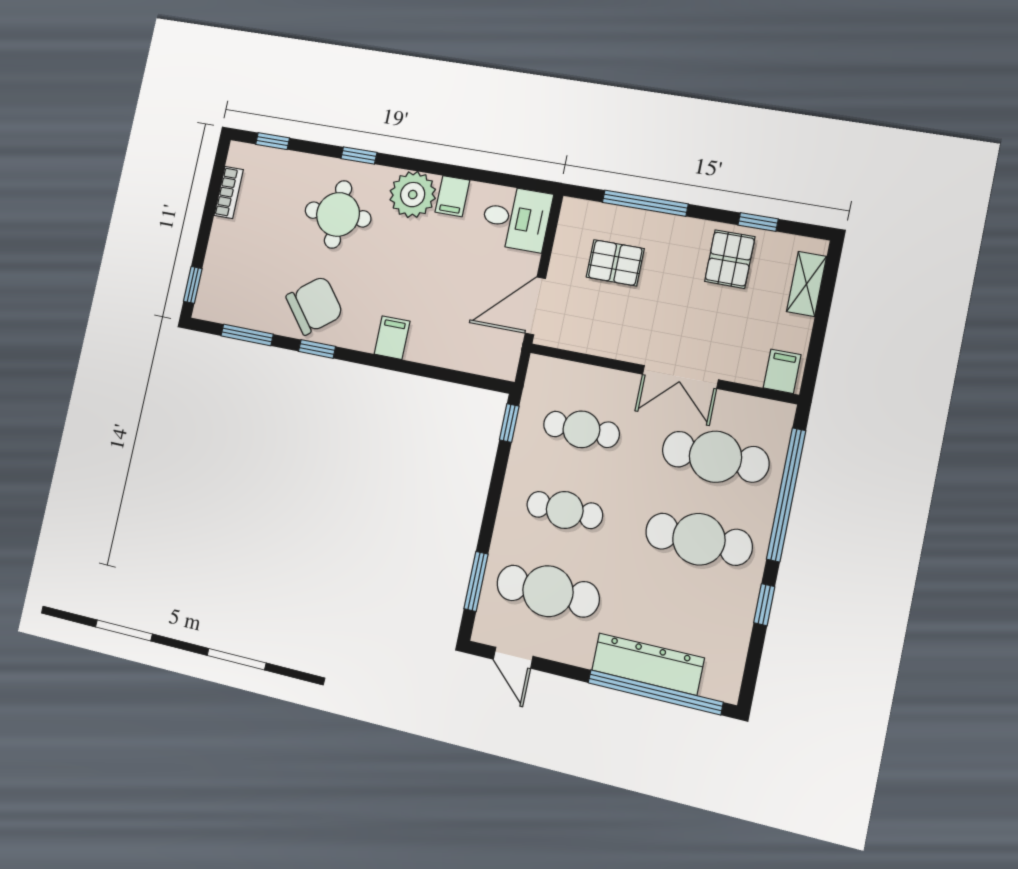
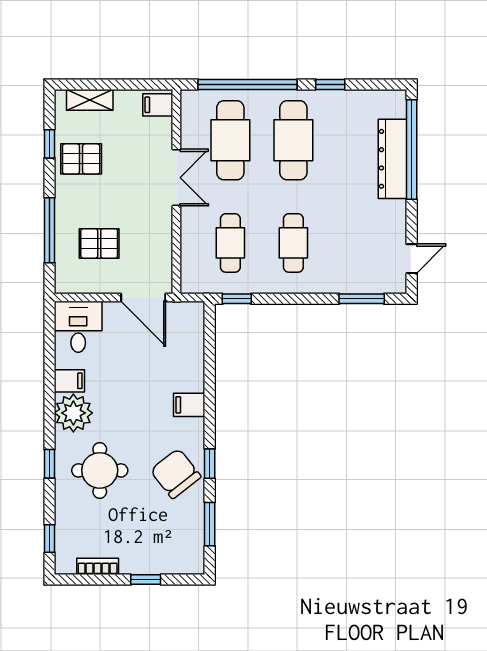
pallet: (615, 263) -> (99, 243), turned 90
window: (193, 285) -> (146, 580), moved
cafe table: (548, 591) -> (356, 243), removed

